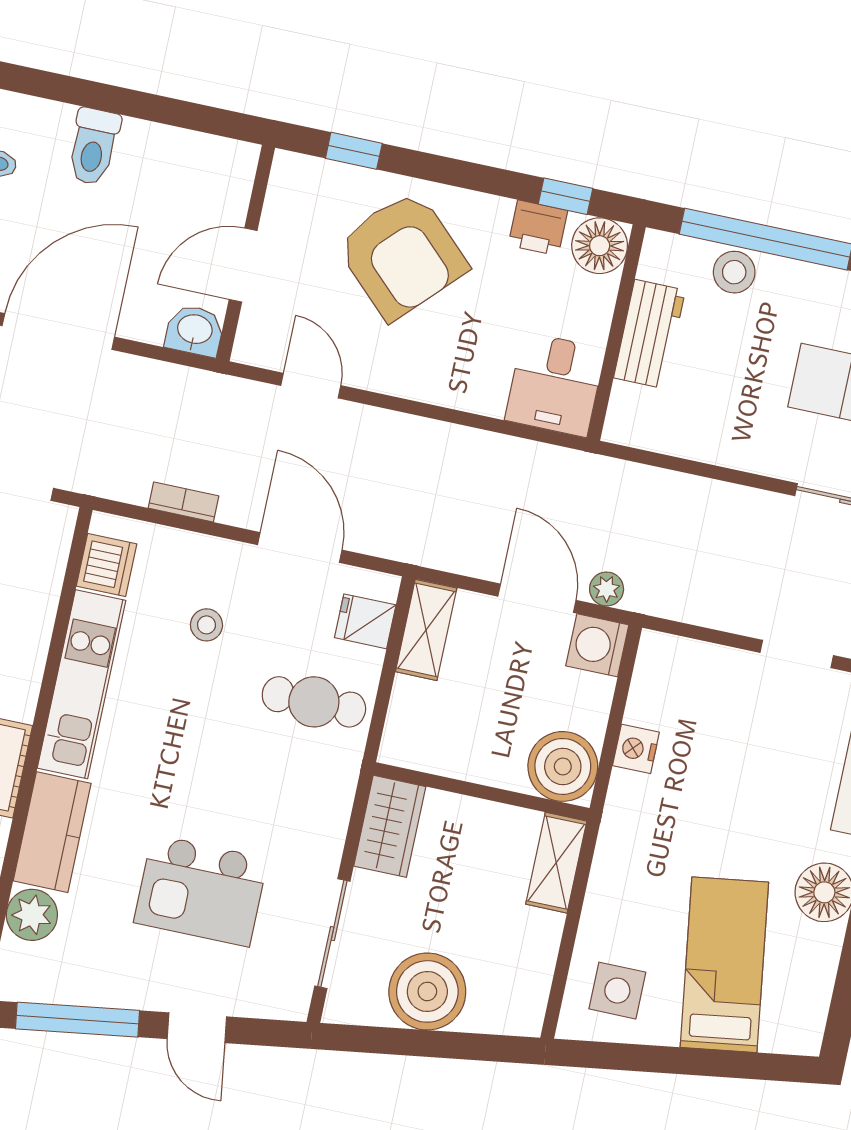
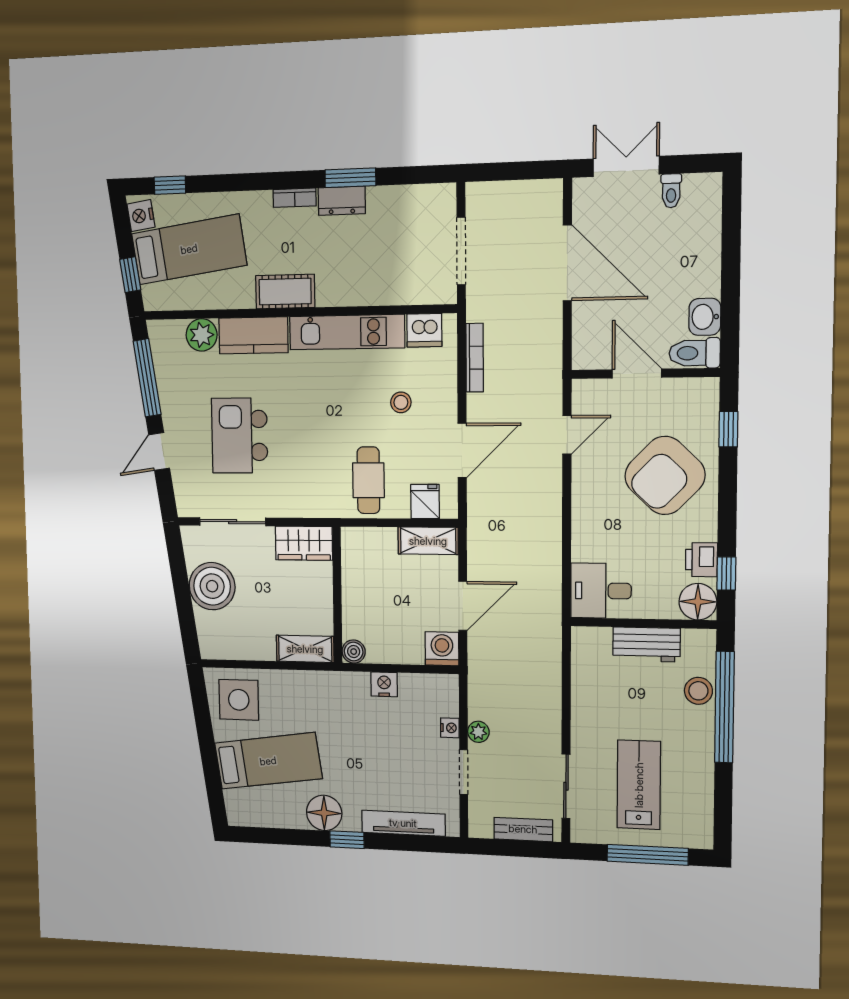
toilet: (93, 147) -> (695, 353), moved
washbasin: (195, 330) -> (705, 317), moved, turned 180
bookcase: (183, 502) -> (475, 358), width x1.56
plant: (607, 589) -> (478, 732), moved
nightstand: (723, 660) -> (450, 728), added
boiler: (563, 766) -> (354, 652), width x0.54, depth x0.54
side table: (617, 991) -> (239, 700), width x1.37, depth x1.37

